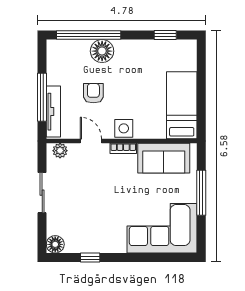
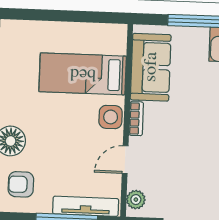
armchair: (93, 93) -> (21, 184), moved
bed: (182, 105) -> (83, 74), moved

